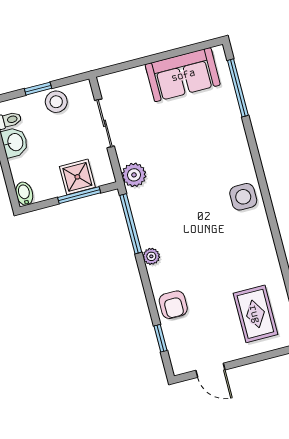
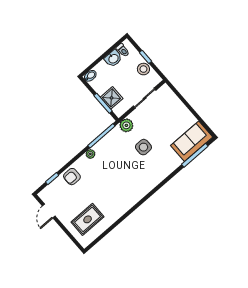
sofa: (183, 75) -> (192, 141), moved, turned 90
side table: (243, 197) -> (143, 147), moved

